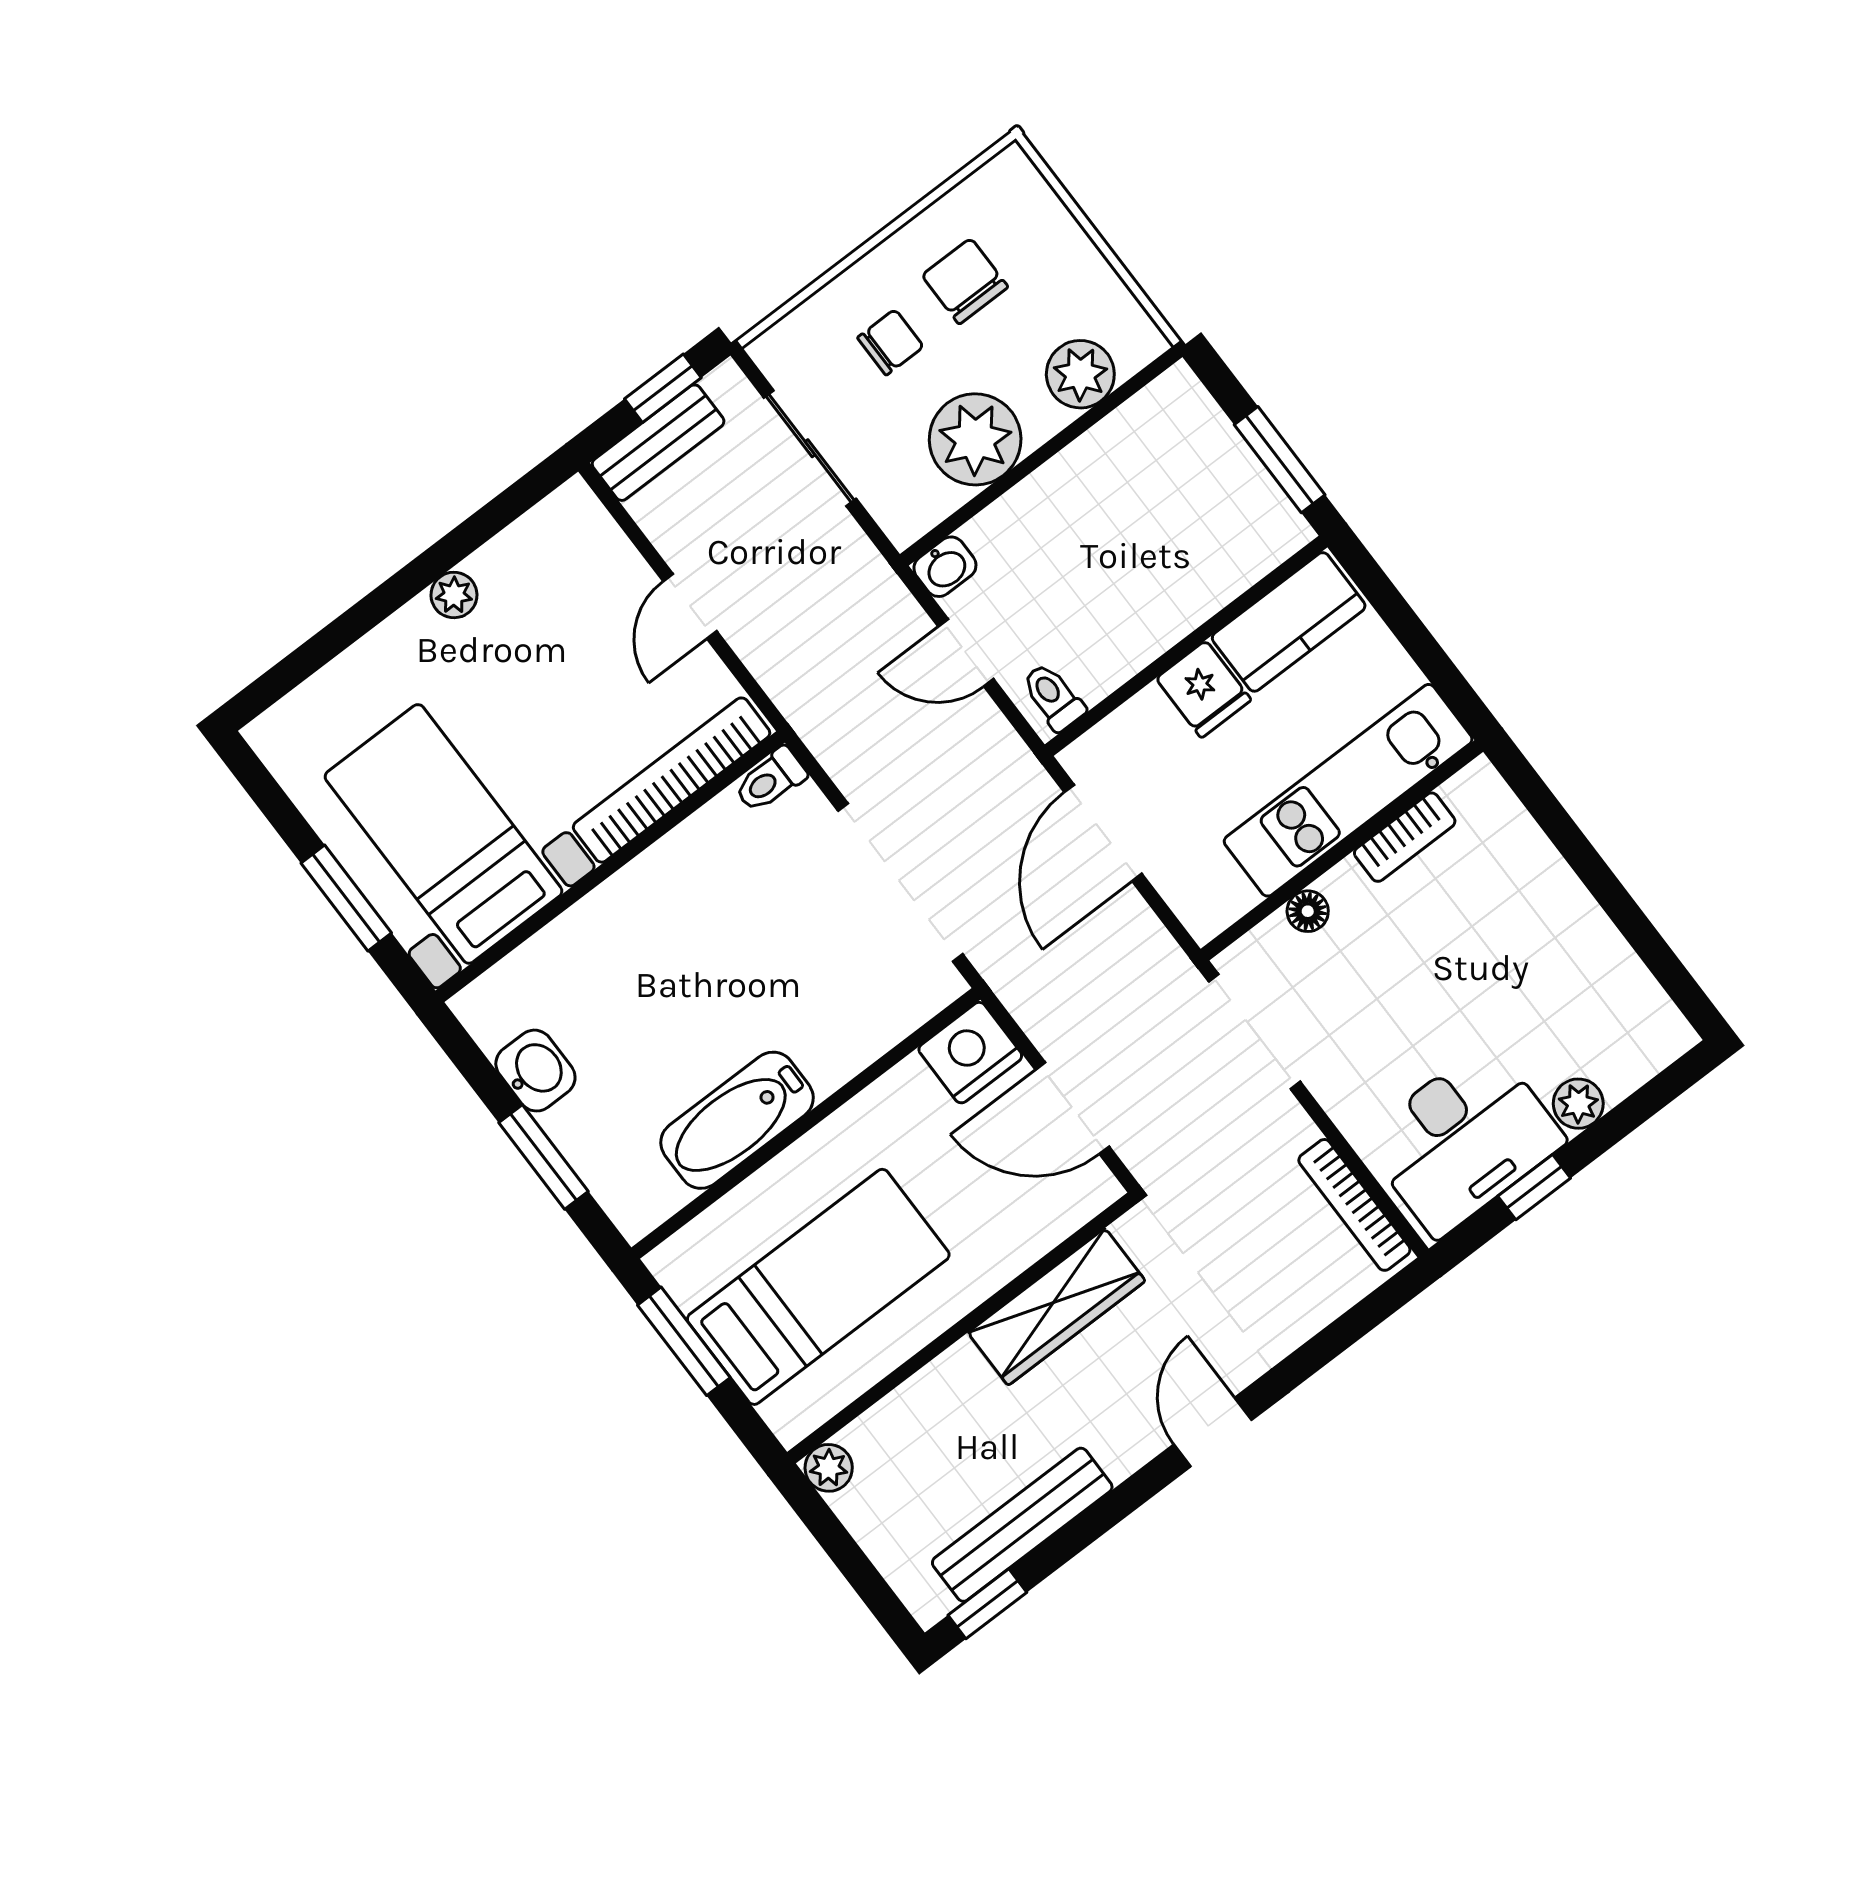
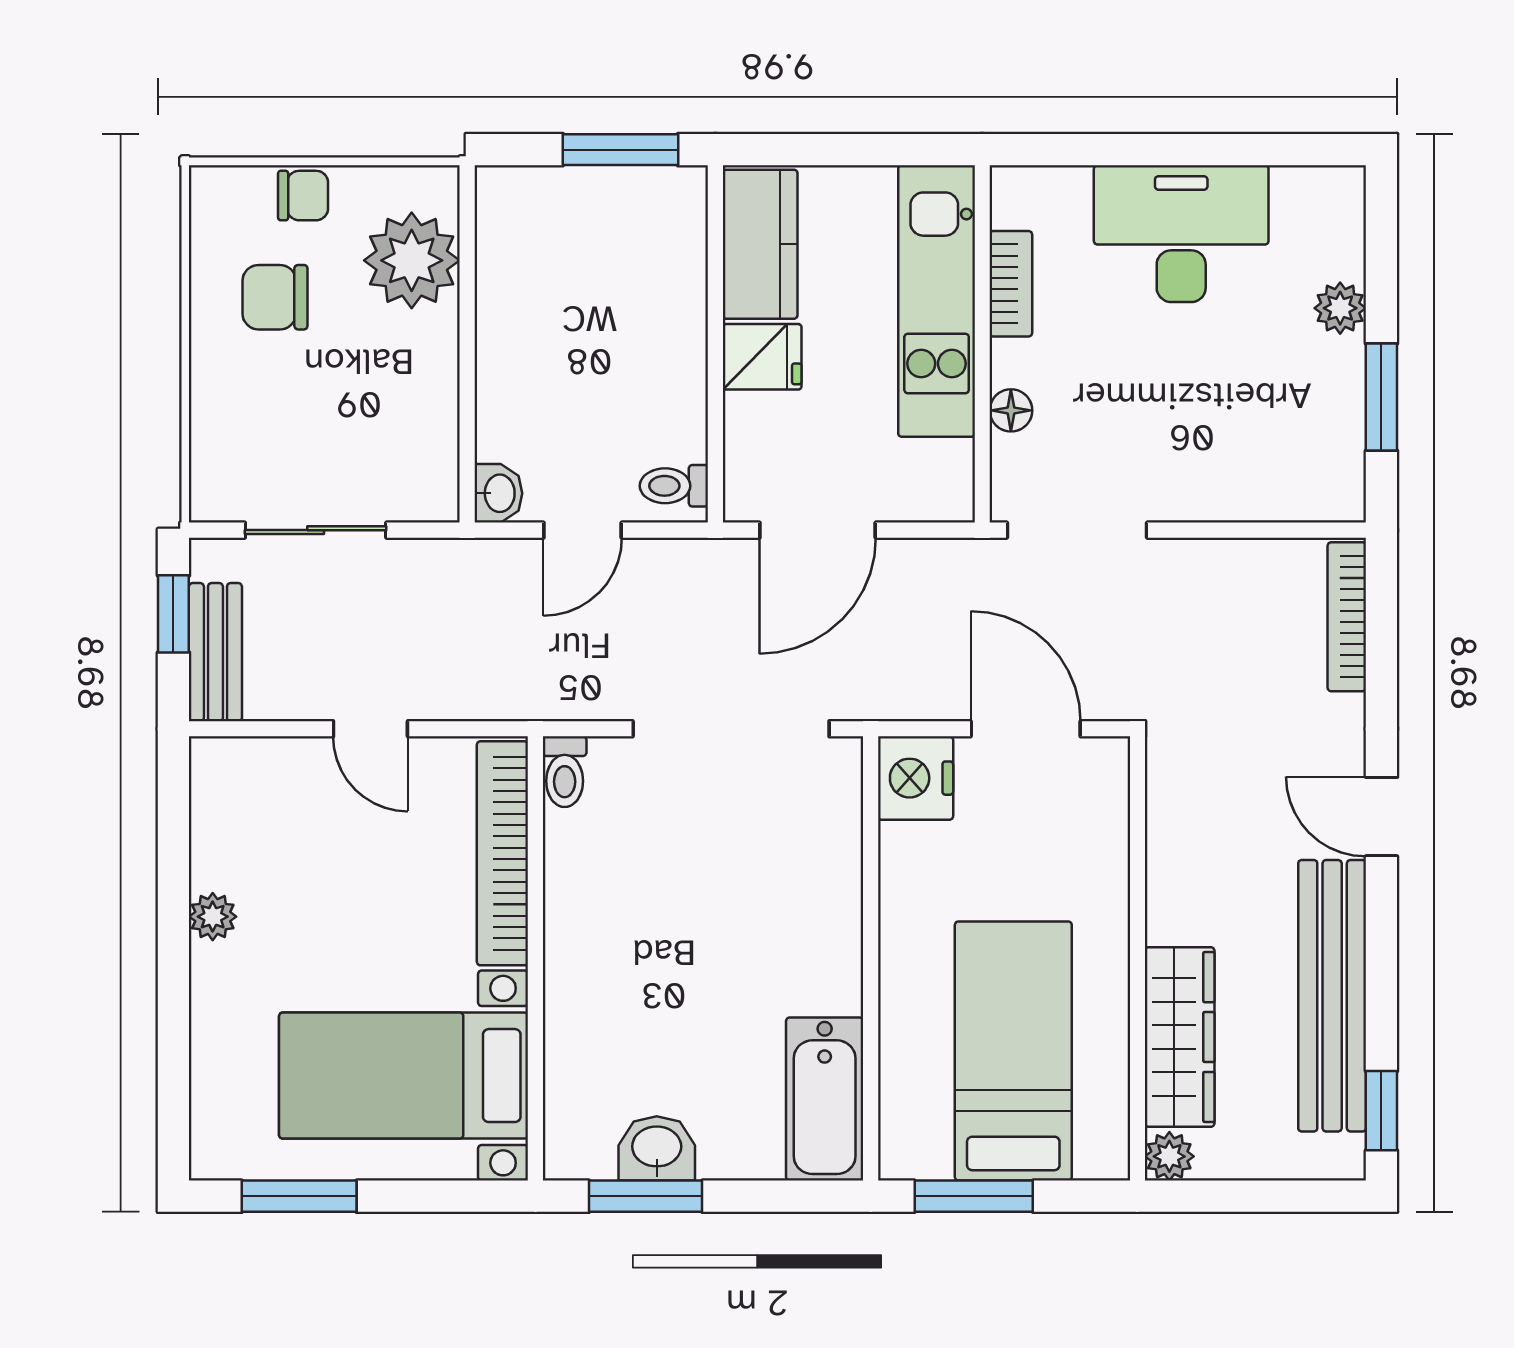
chair: (891, 342) -> (303, 196), moved, turned 90
plant: (1080, 374) -> (412, 260), width x1.36, depth x1.36
plant: (975, 439) -> (412, 388), removed
door: (1103, 833) -> (818, 530), hinge flipped
window: (346, 898) -> (299, 1196), moved
door: (1072, 1108) -> (1026, 729), swing flipped
bathtub: (737, 1120) -> (825, 1099), moved
desk: (1463, 1140) -> (1181, 234), moved, turned -90
window: (544, 1157) -> (646, 1196), moved
window: (1534, 1187) -> (1381, 397), width x1.50
bookcase: (1354, 1205) -> (1347, 617), moved, turned 90
wardrobe: (1057, 1307) -> (1180, 1037), moved
bench: (1022, 1525) -> (1332, 996), width x1.37, depth x1.21

